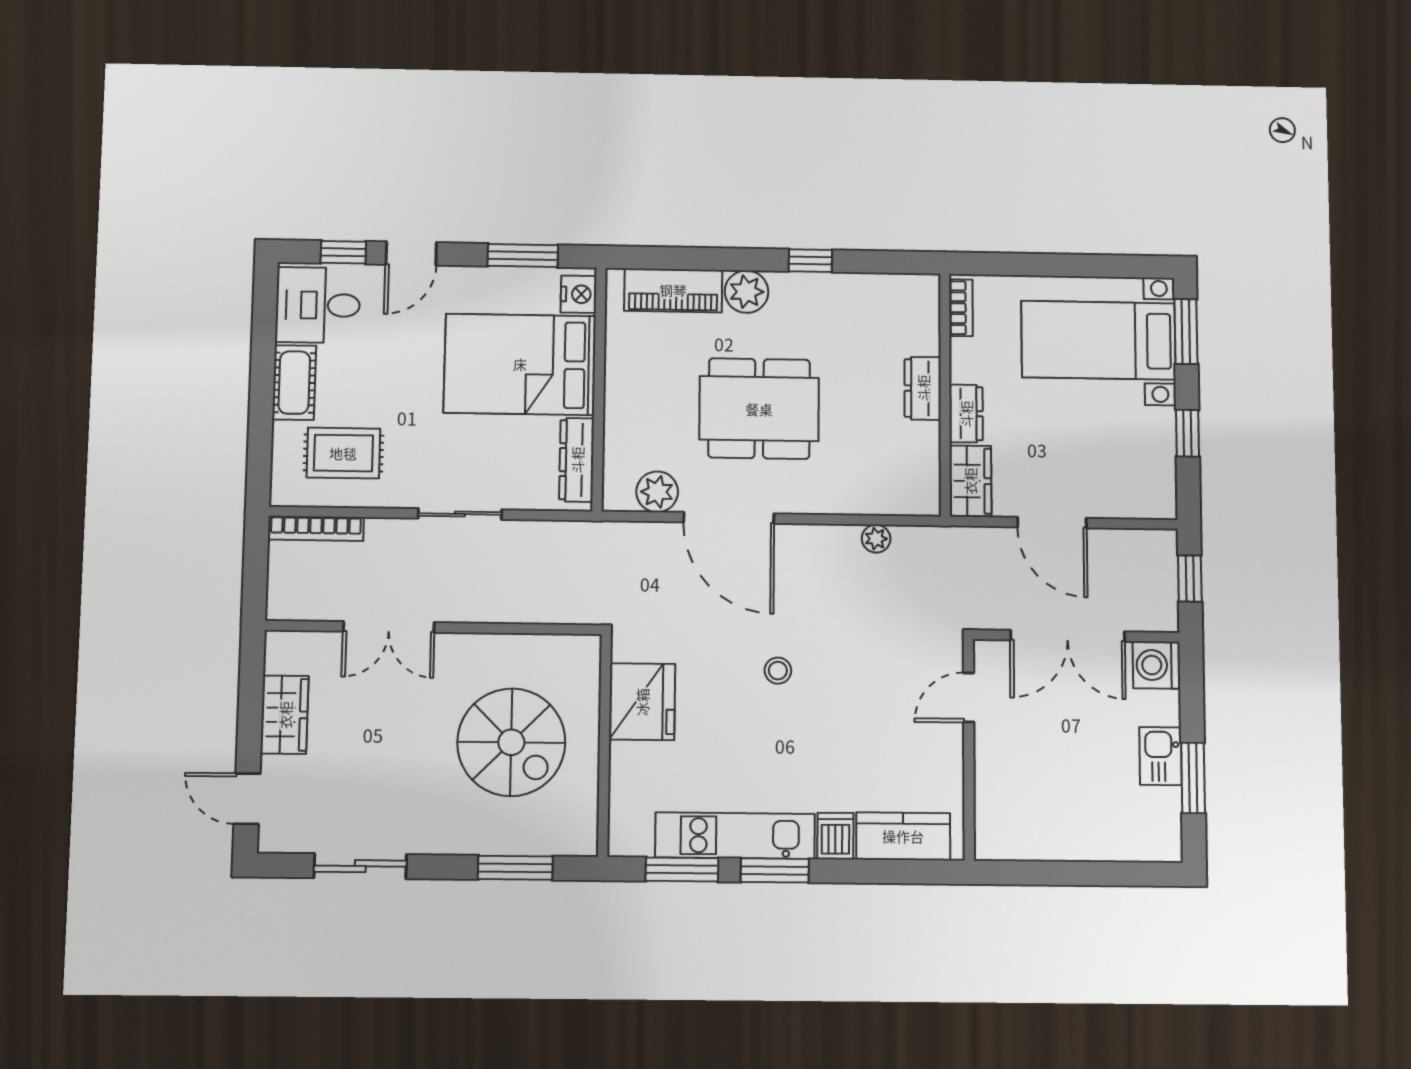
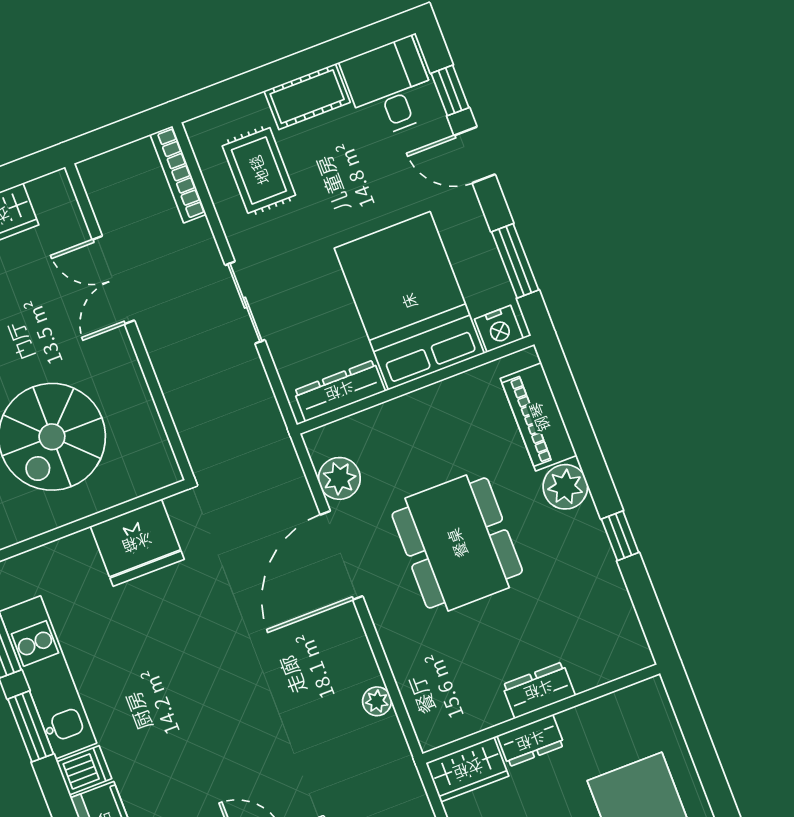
bookcase: (961, 308) -> (632, 697), removed
stool: (778, 671) -> (216, 657), removed

